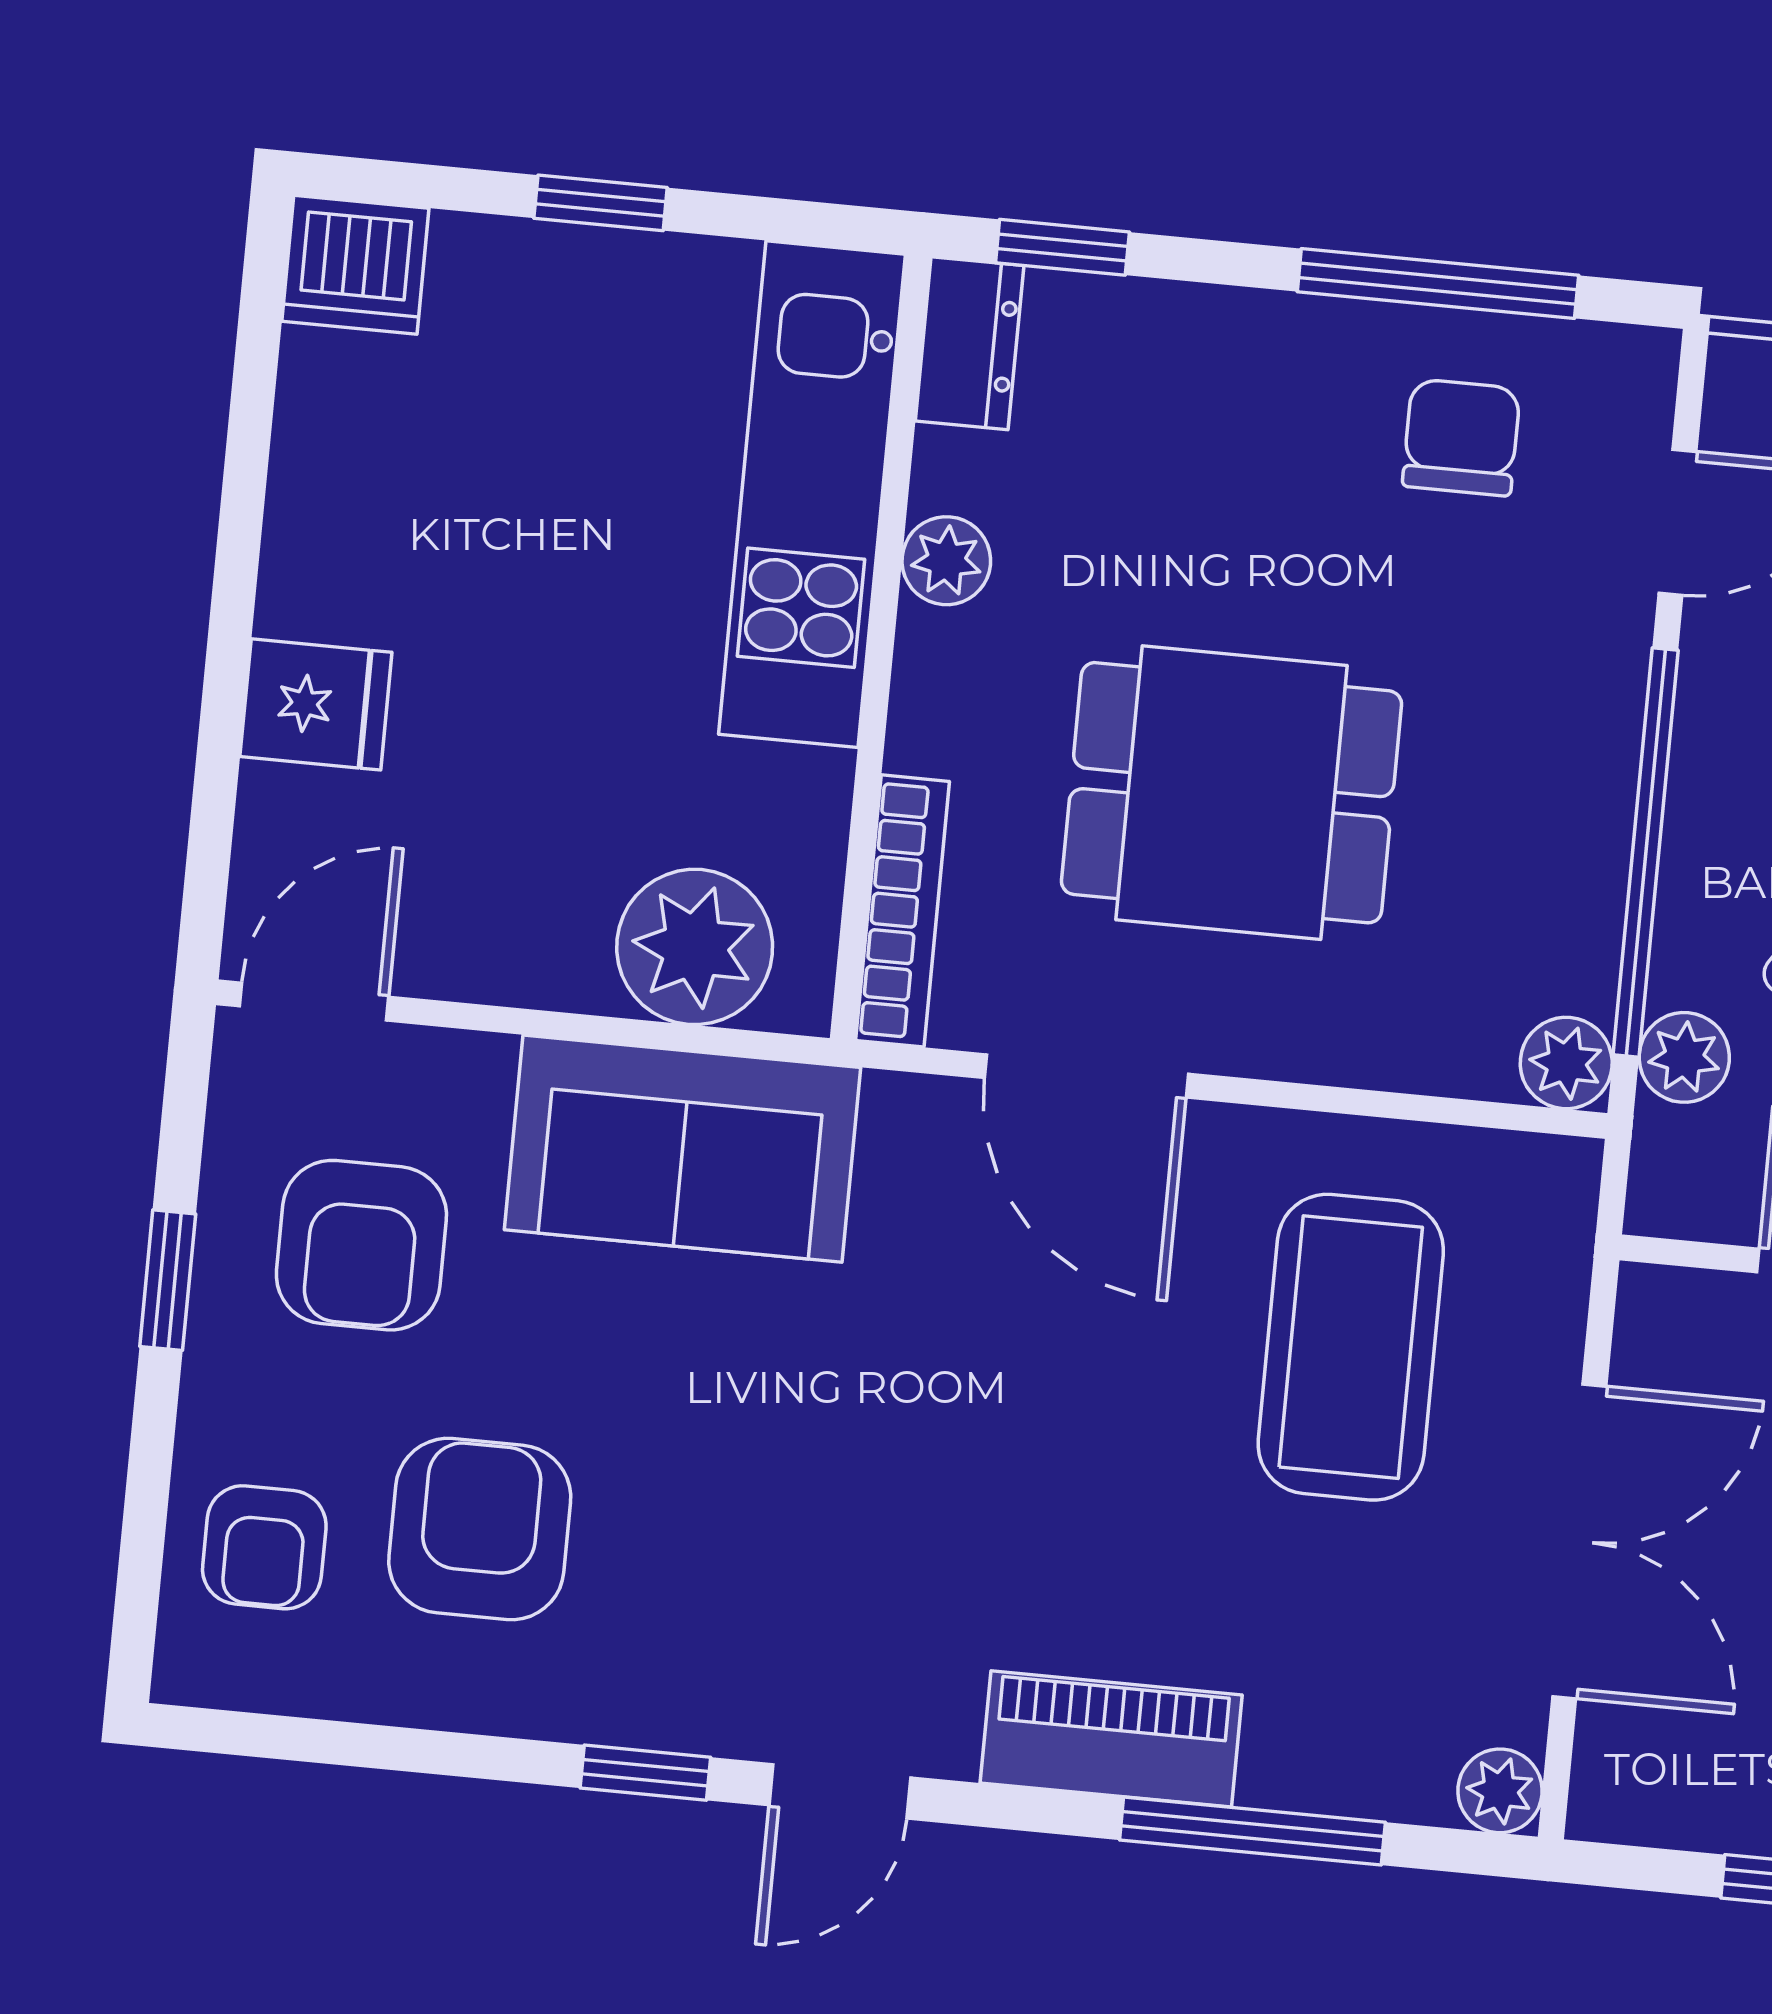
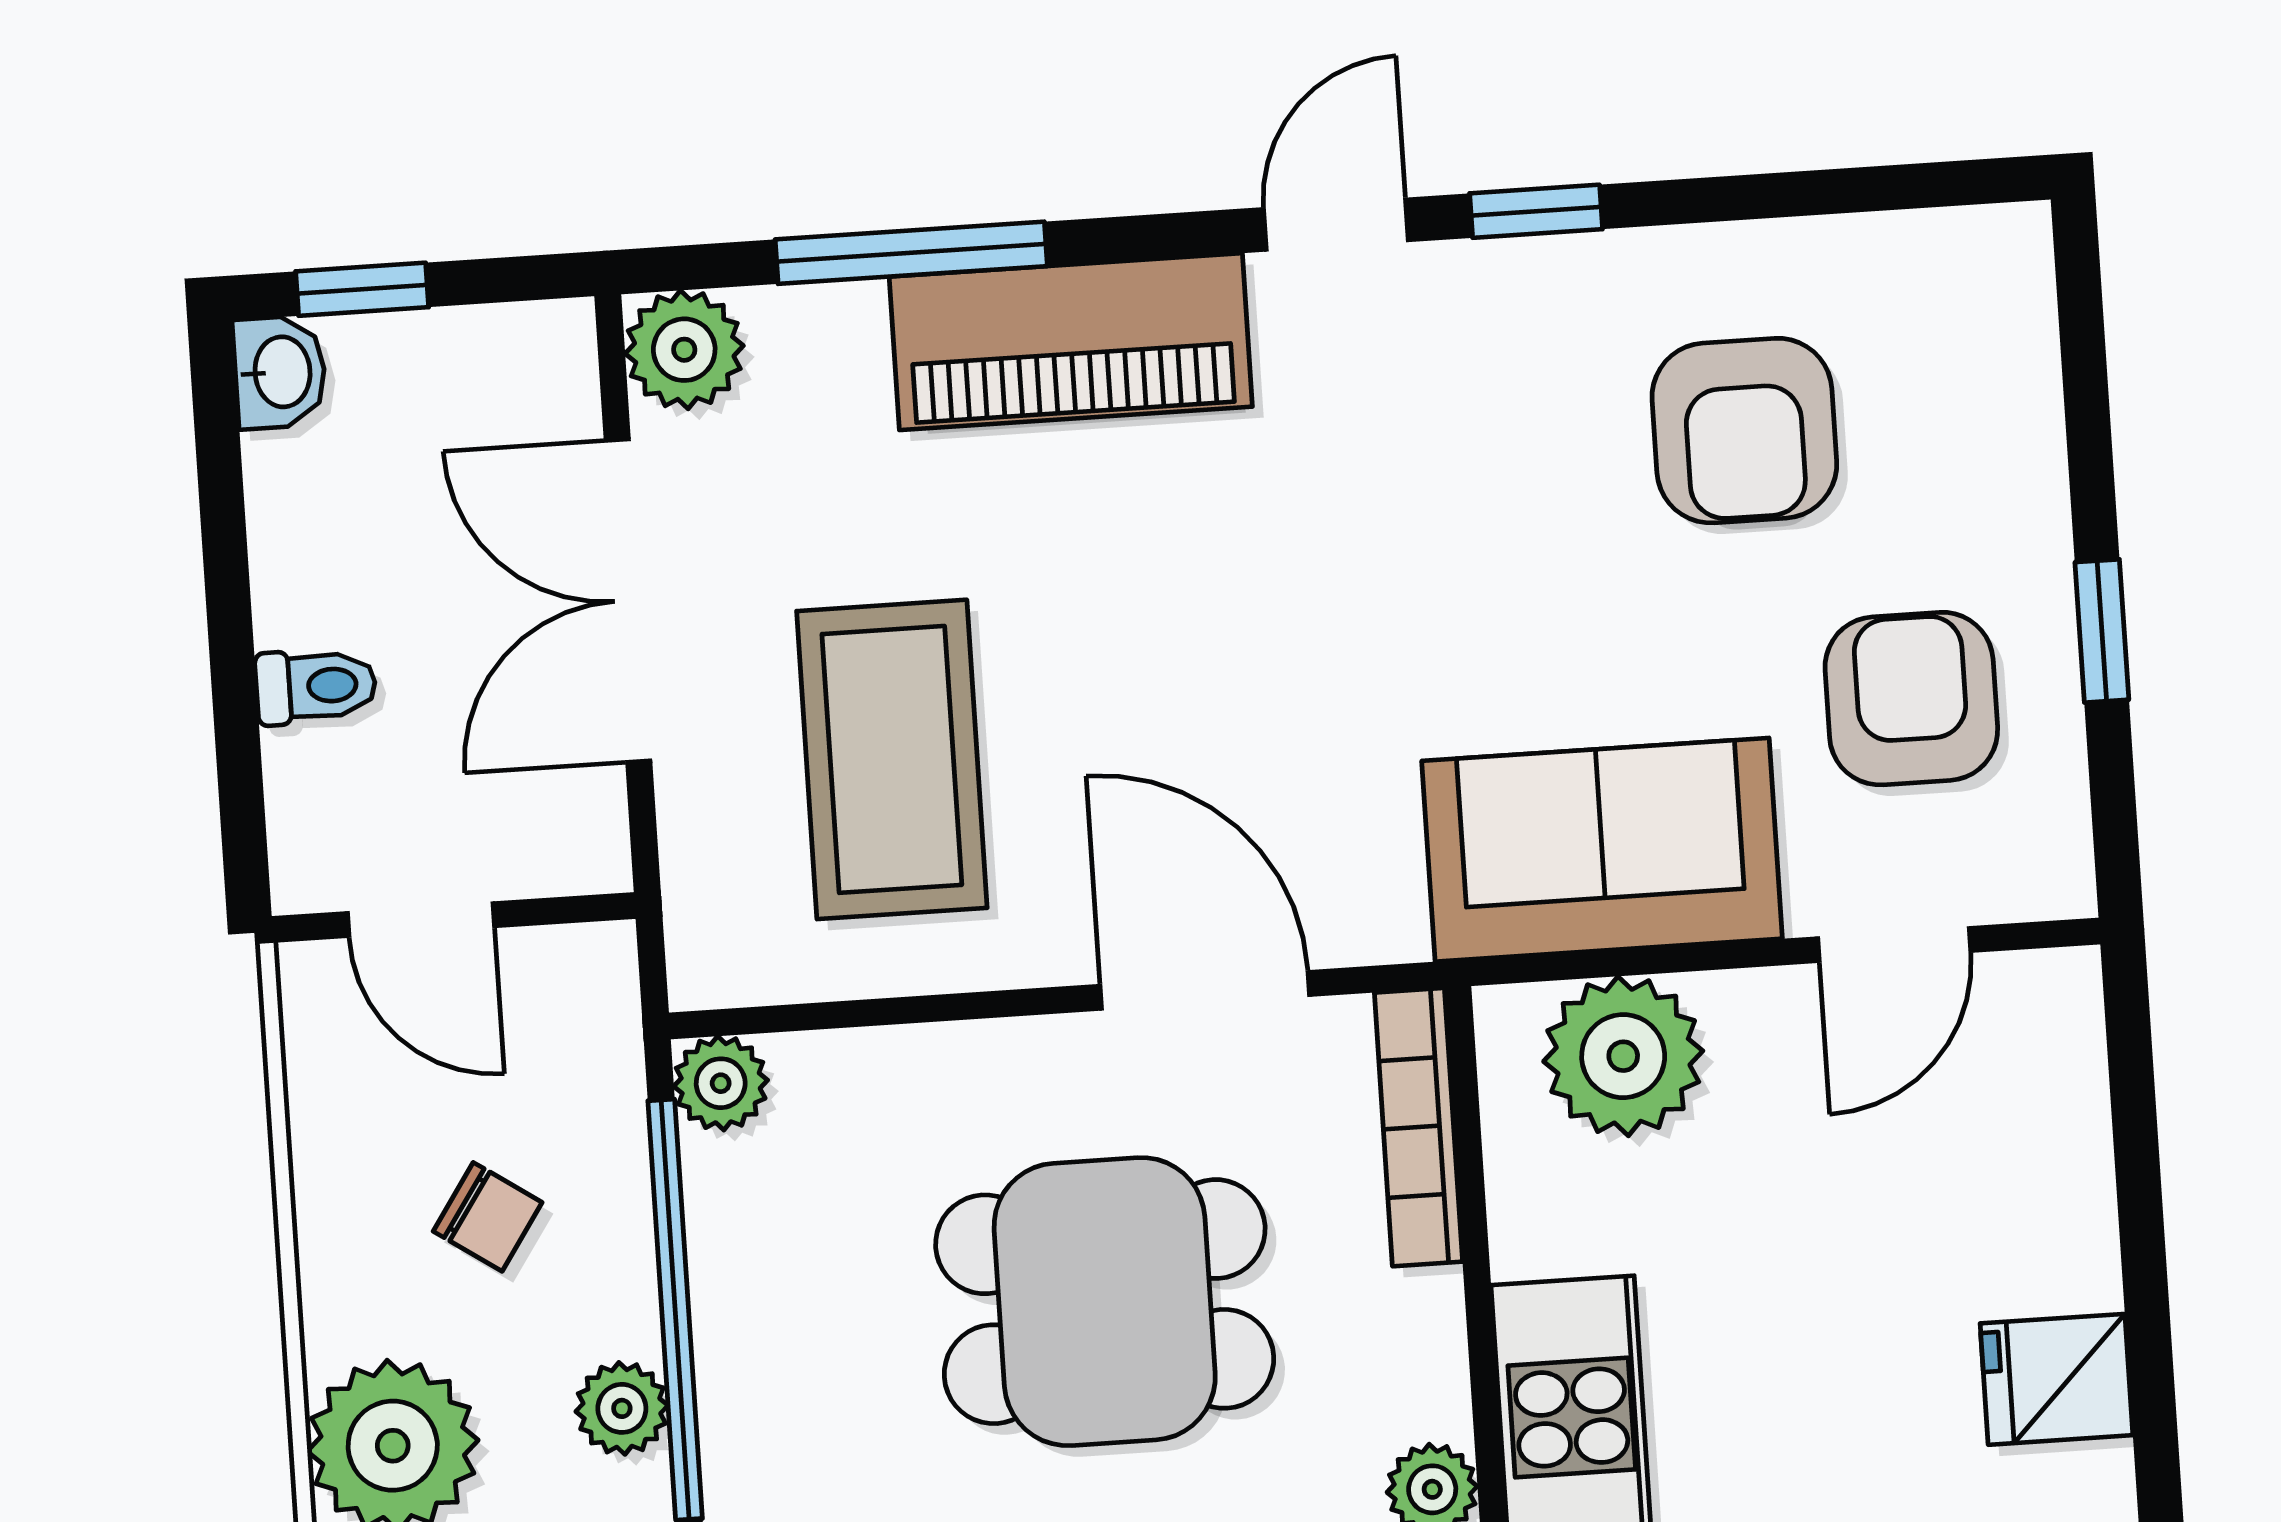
fridge: (316, 704) -> (2057, 1379), moved
door: (314, 1002) -> (1894, 945), moved
plant: (1684, 1057) -> (622, 1408), moved
armchair: (264, 1547) -> (1960, 376), removed
piano: (1111, 1739) -> (1071, 342), width x1.37, depth x1.33
plant: (1500, 1791) -> (684, 350), width x1.38, depth x1.38

